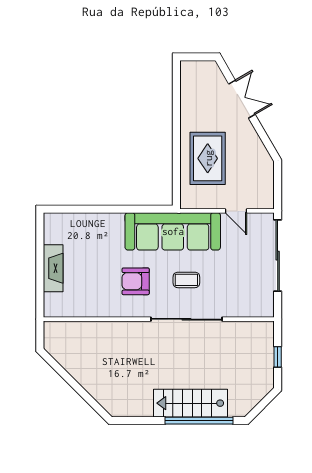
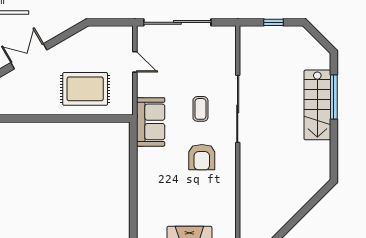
door: (236, 211) -> (135, 62), hinge flipped
sofa: (173, 231) -> (151, 122), width x0.54, depth x0.79
window: (199, 421) -> (334, 97), width x0.68

